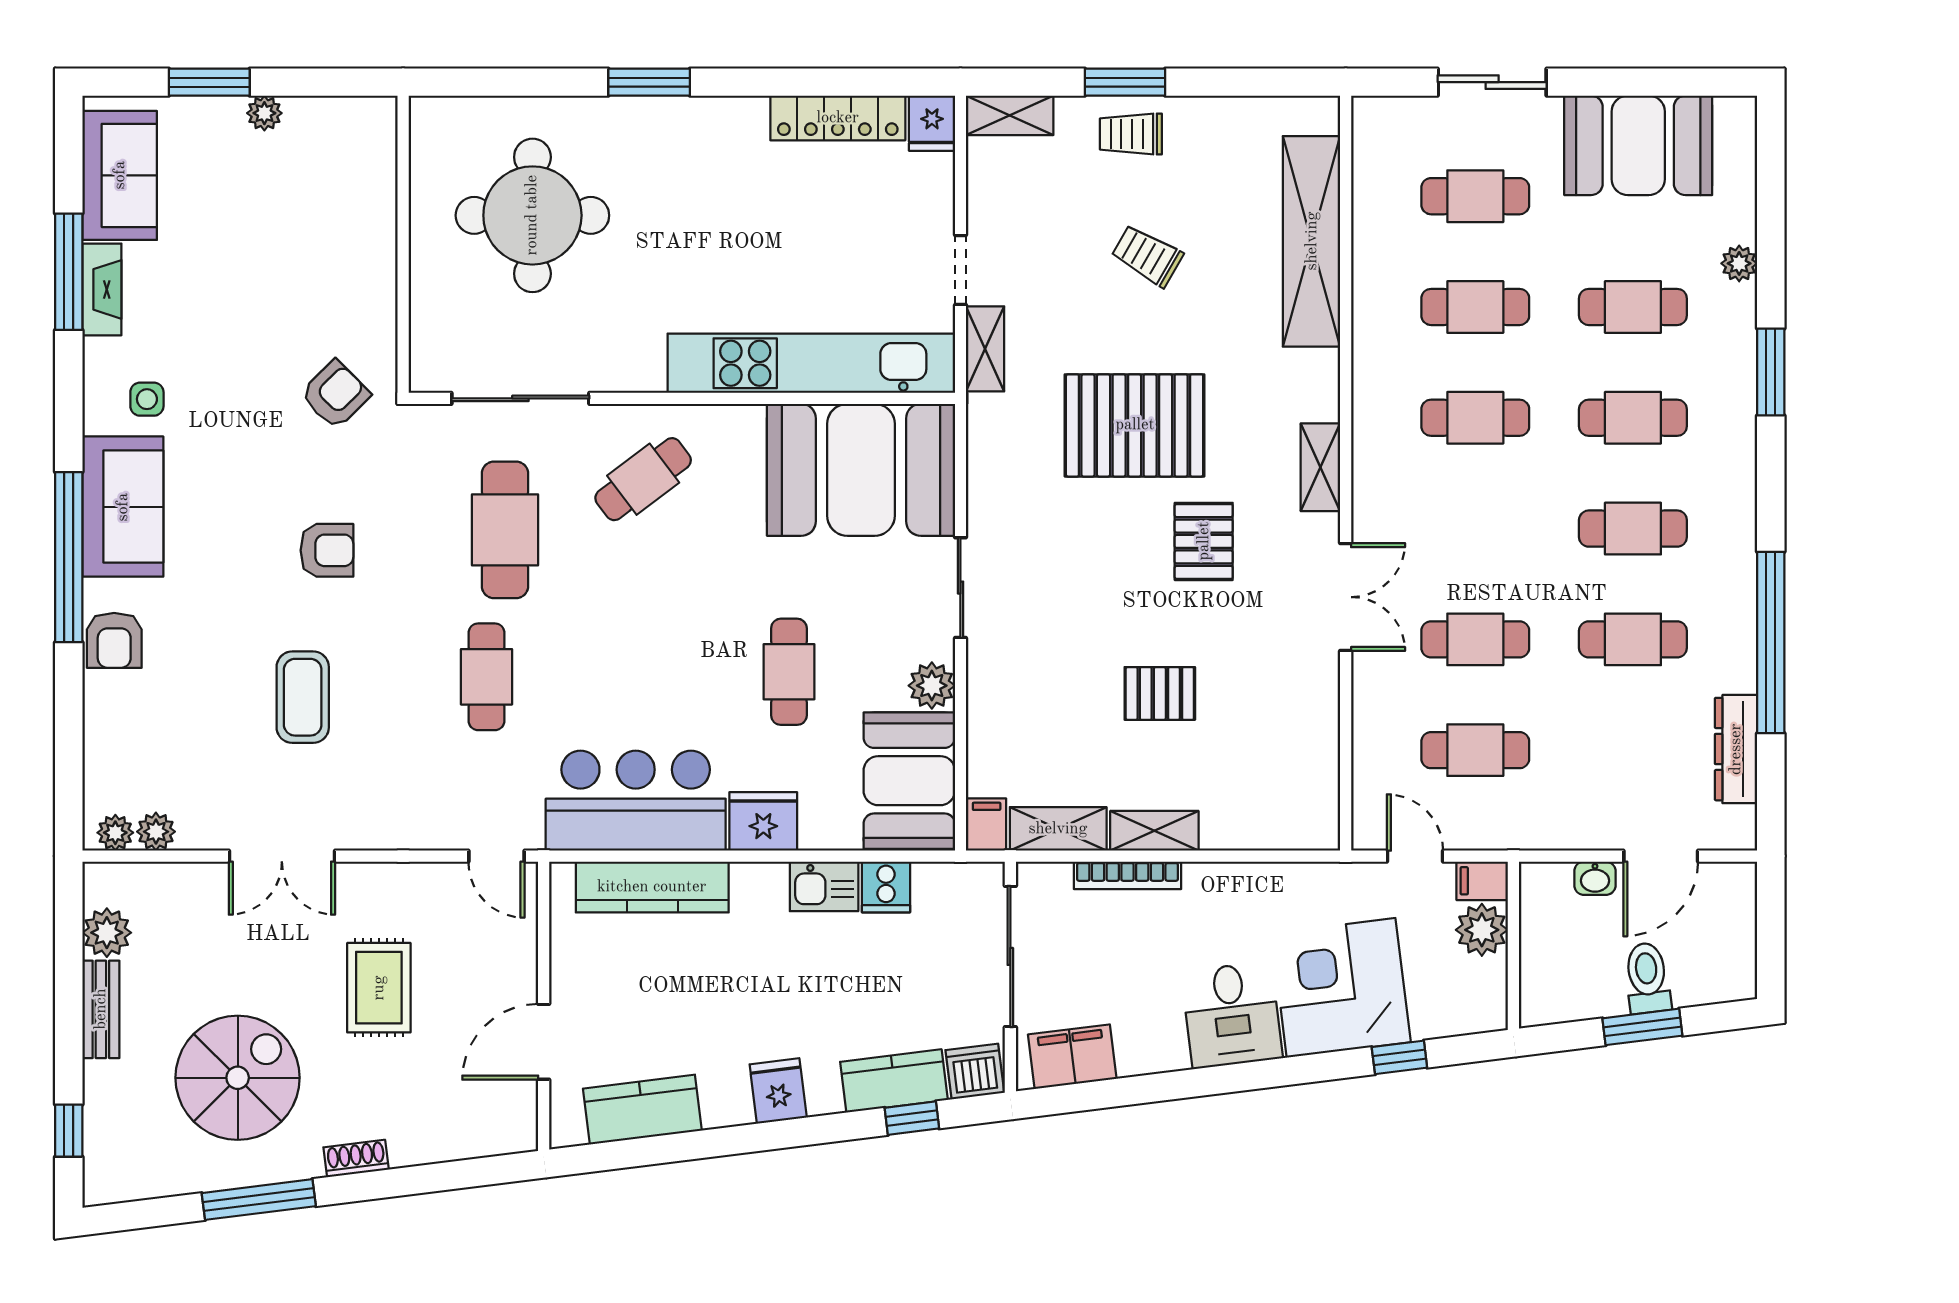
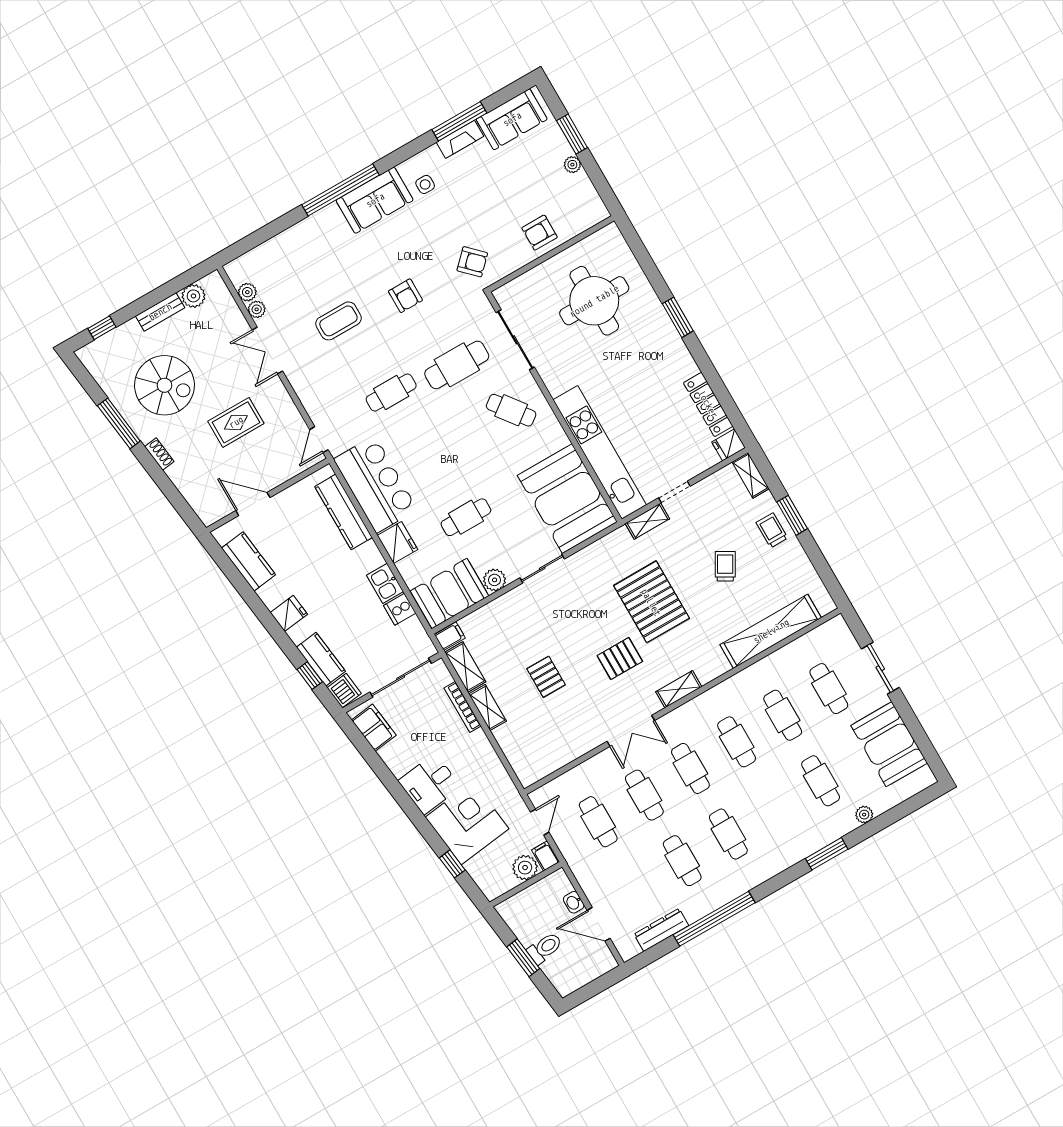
cafe table: (1633, 418) -> (690, 768), moved
armchair: (114, 640) -> (540, 233), moved
plant: (115, 833) -> (257, 309), moved

